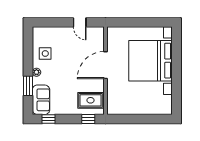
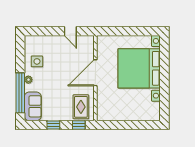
window: (28, 86) -> (20, 93), width x2.11
rug: (90, 100) -> (81, 107), turned 90
window: (48, 119) -> (53, 125), moved

